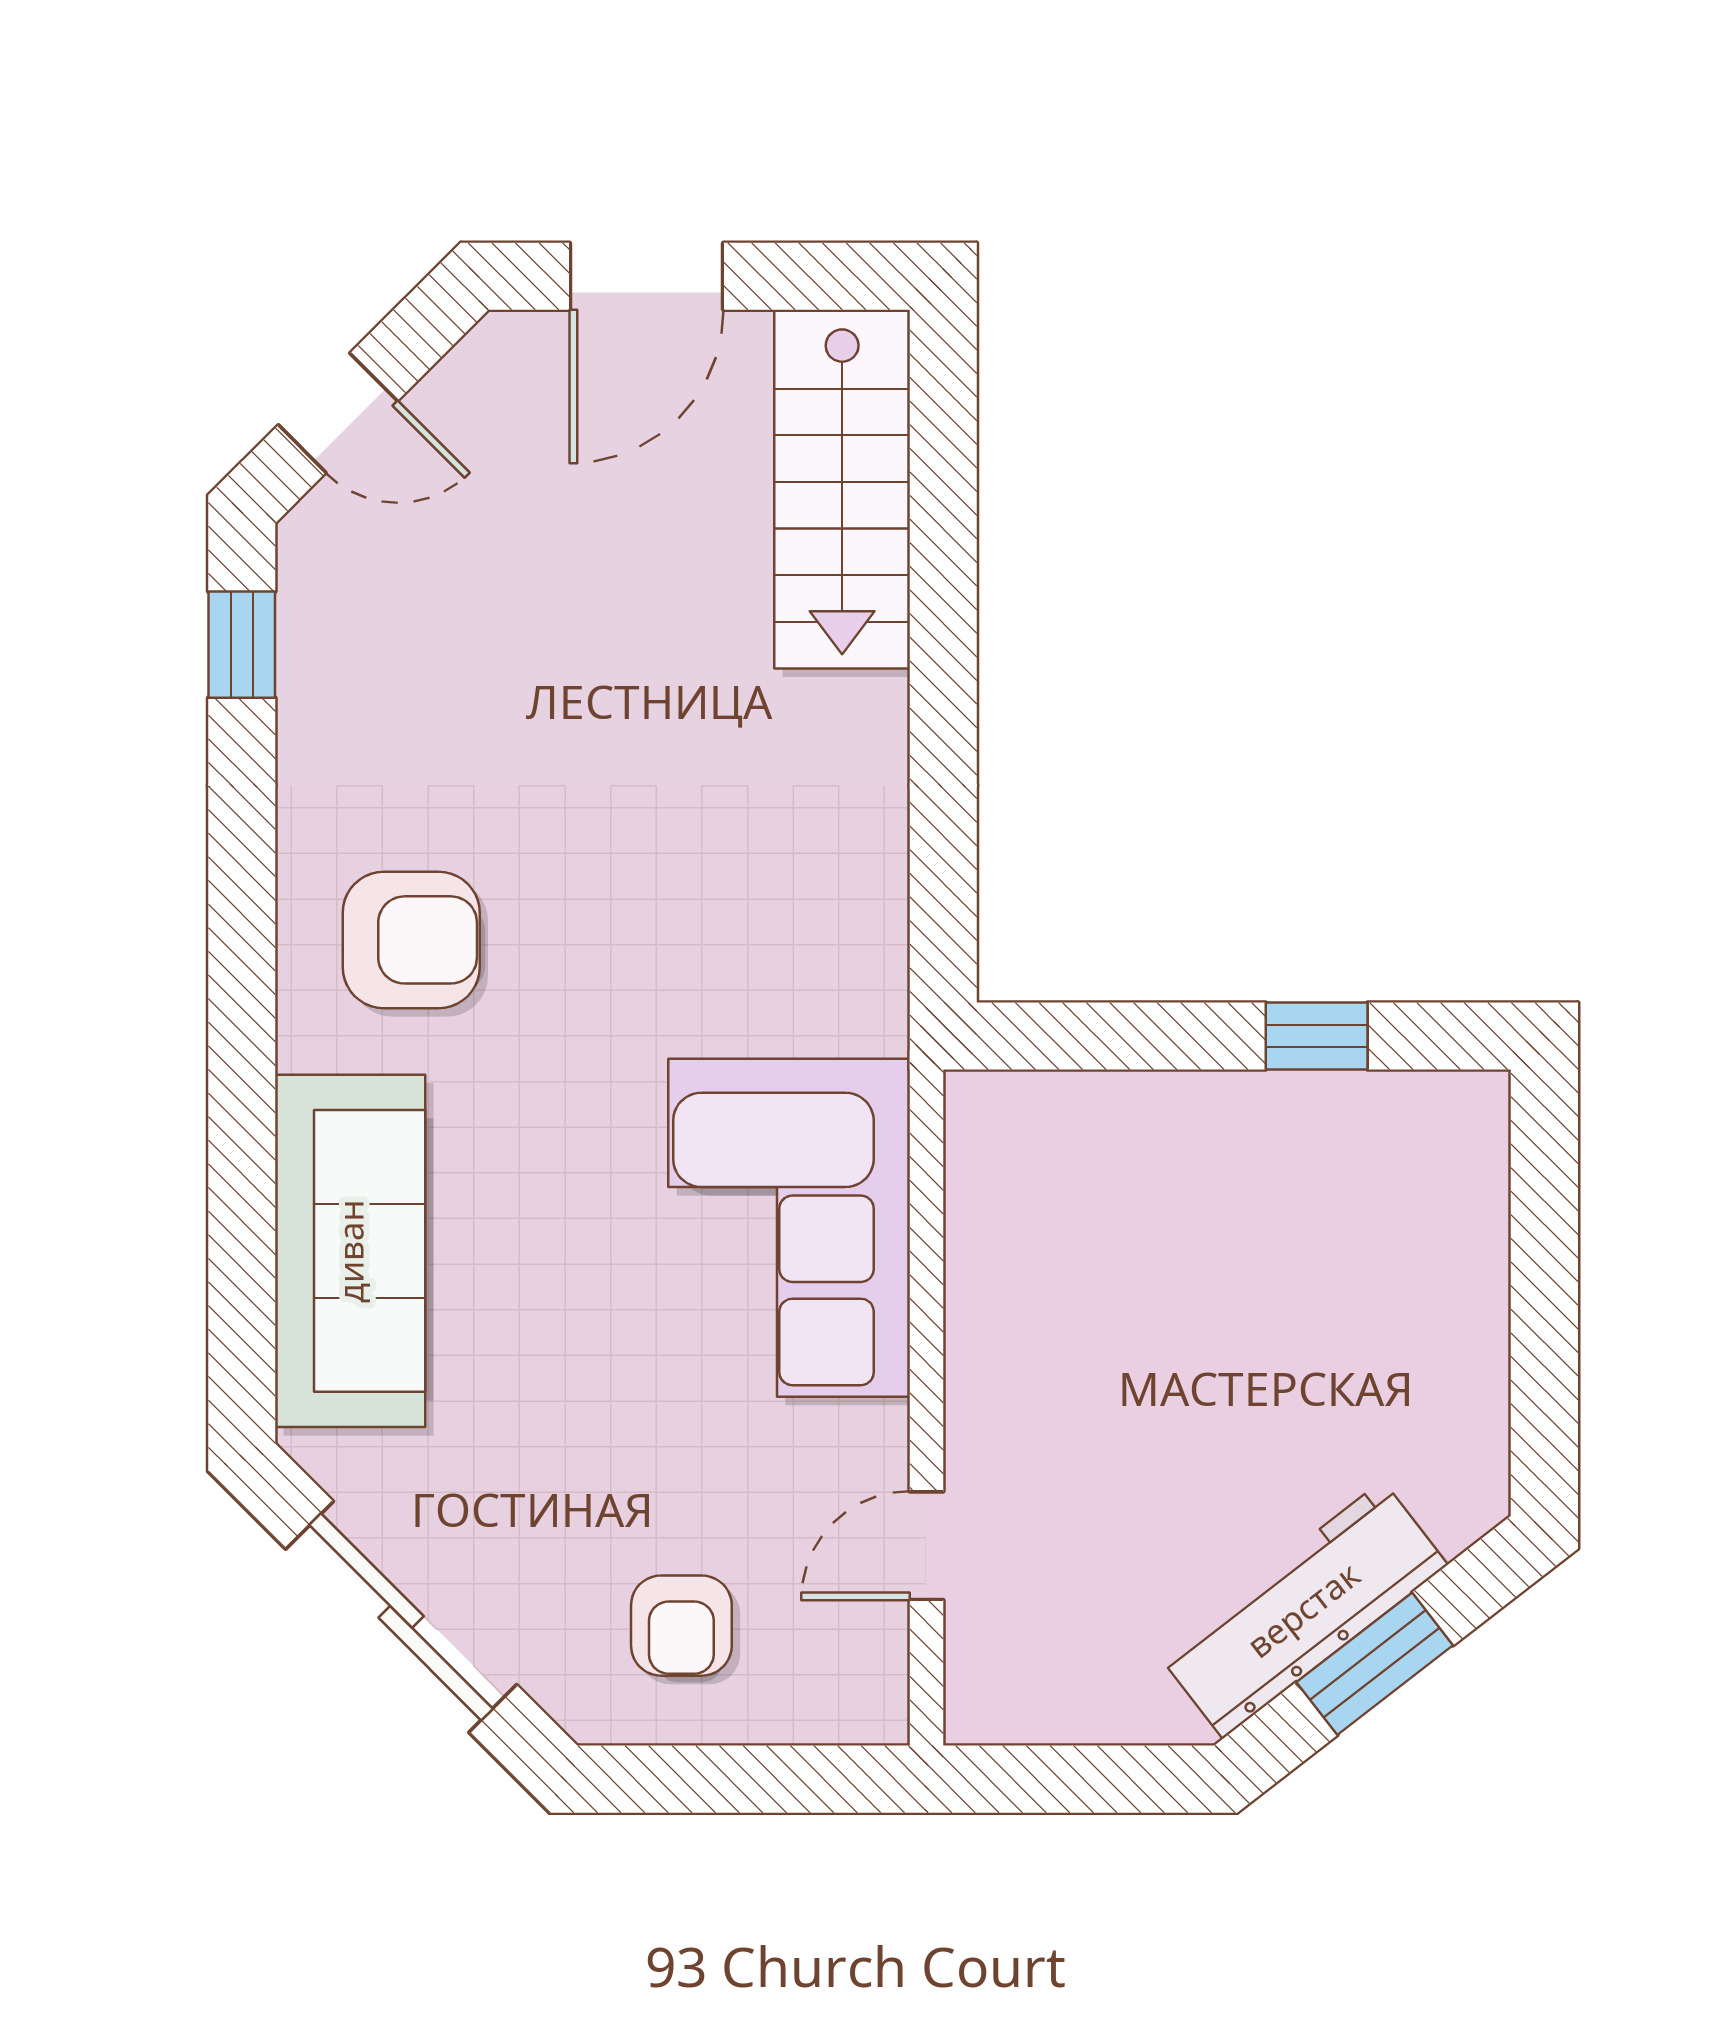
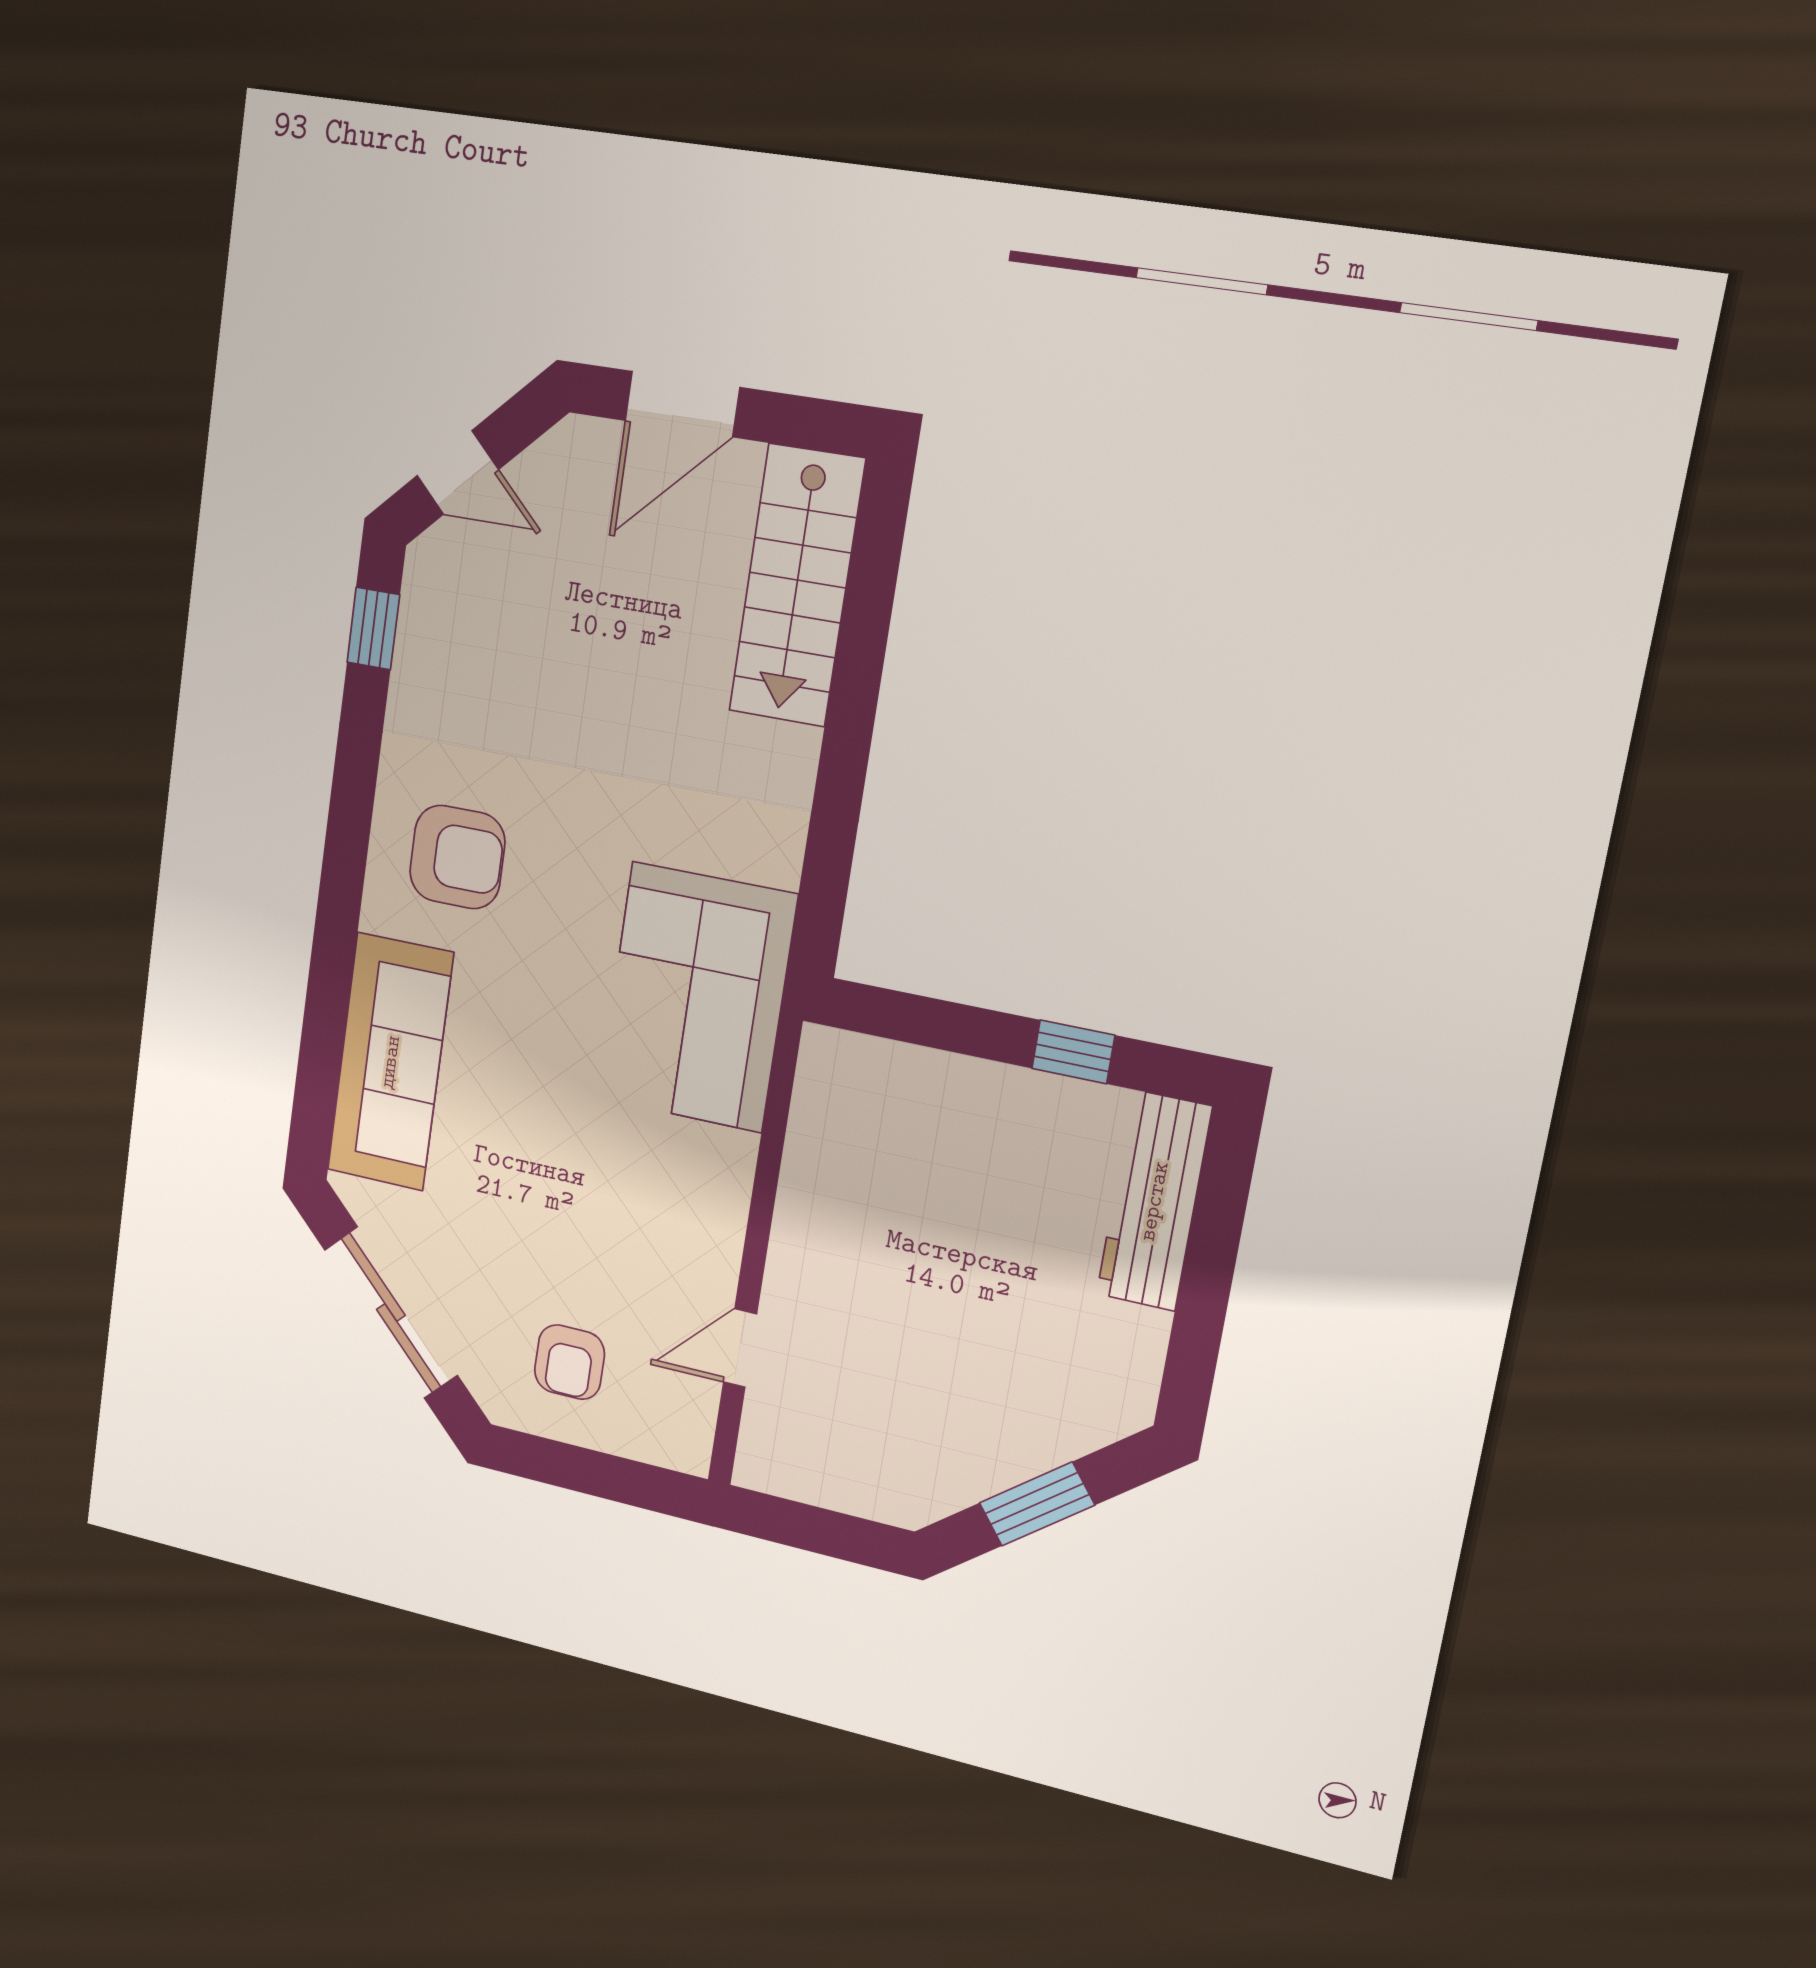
corner sofa: (789, 1228) -> (697, 997), moved
workbench: (1303, 1609) -> (1154, 1201), moved, turned -52

